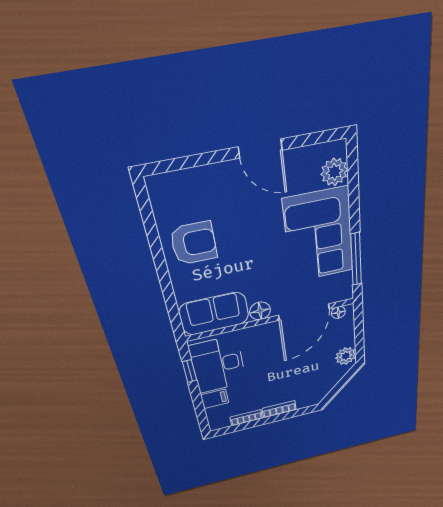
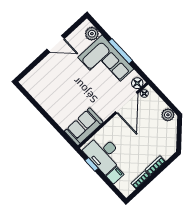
armchair: (194, 243) -> (54, 98), removed
window: (356, 259) -> (120, 51), moved
floor lamp: (260, 311) -> (137, 83), moved

